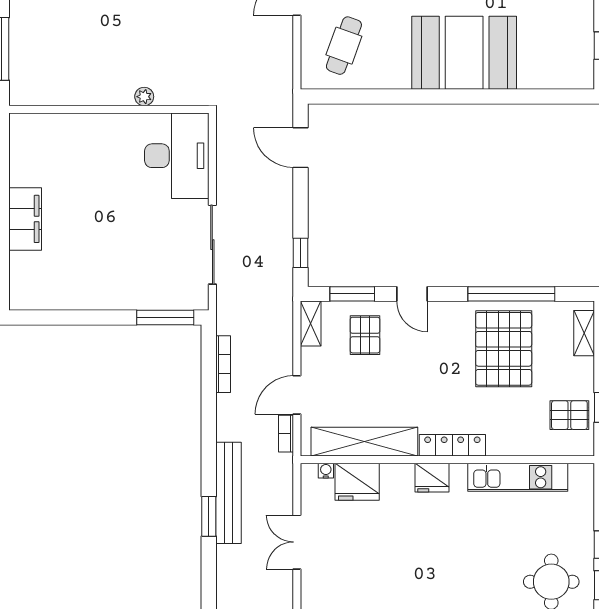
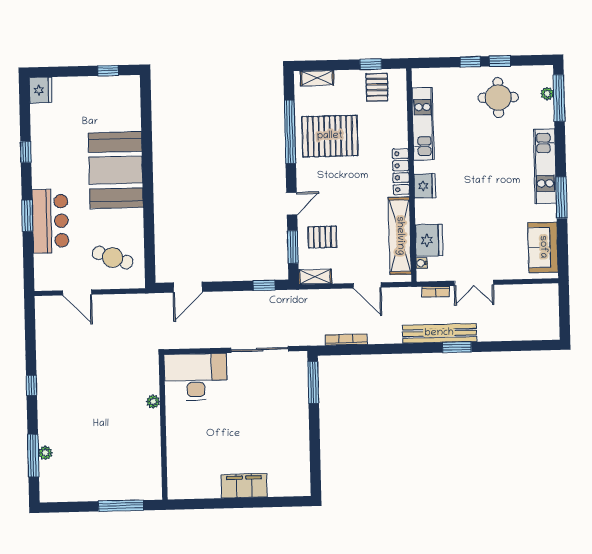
bookcase: (286, 434) -> (436, 292), moved

